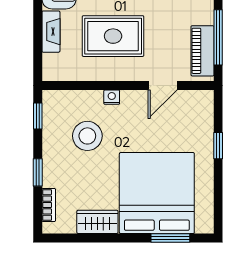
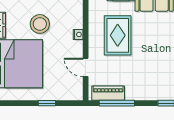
stool: (87, 136) -> (40, 24), moved

